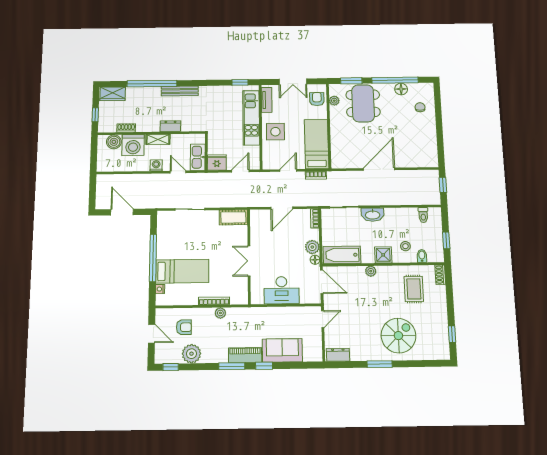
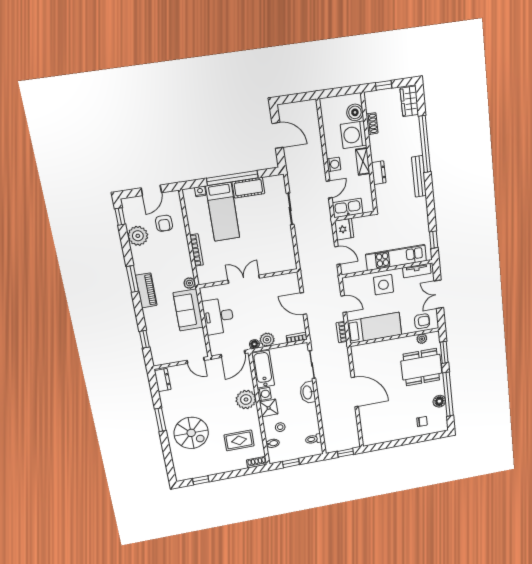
door: (122, 212) -> (278, 135), hinge flipped
cot: (233, 217) -> (248, 188), moved, turned 90
washing machine: (368, 257) -> (264, 394), added
plant: (371, 271) -> (246, 400), width x1.88, depth x1.88
plant: (220, 313) -> (189, 283), moved
sofa: (282, 350) -> (188, 310), moved, turned 180
window: (264, 366) -> (144, 339), moved

